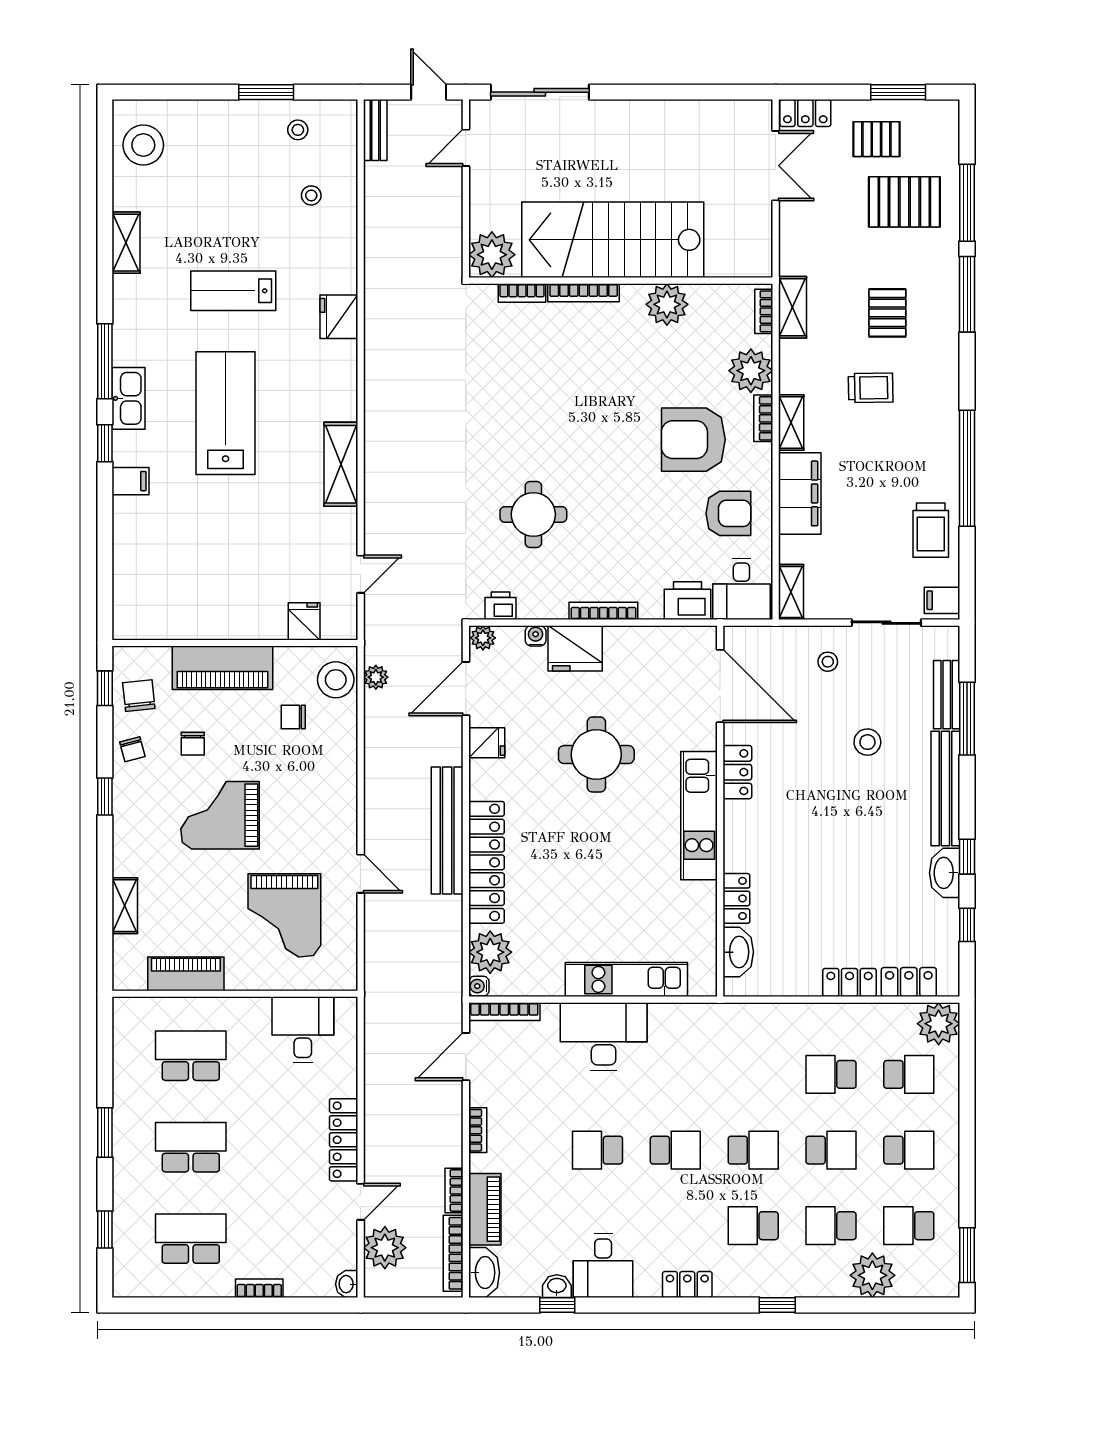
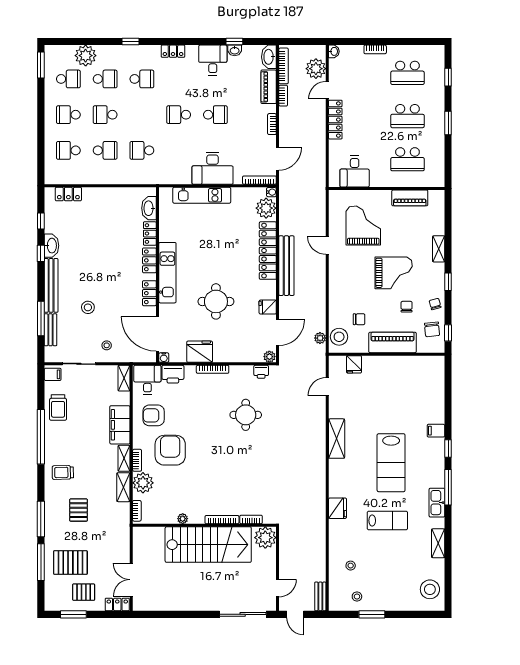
plant: (667, 304) -> (183, 519), width x0.53, depth x0.53
shelving: (792, 307) -> (123, 487), moved
trolley: (871, 388) -> (63, 472), moved
kitchen sink: (129, 398) -> (437, 503), moved
armchair: (693, 440) -> (170, 450), turned -90
trolley: (931, 530) -> (58, 407), turned 180
water cooler: (536, 636) -> (164, 358), moved
fridge: (575, 648) -> (200, 352), moved
shelving: (125, 906) -> (439, 249), moved
locker: (849, 982) -> (149, 260), moved, turned 90
plant: (939, 1024) -> (54, 174), removed
school desk: (753, 1150) -> (142, 150), moved

